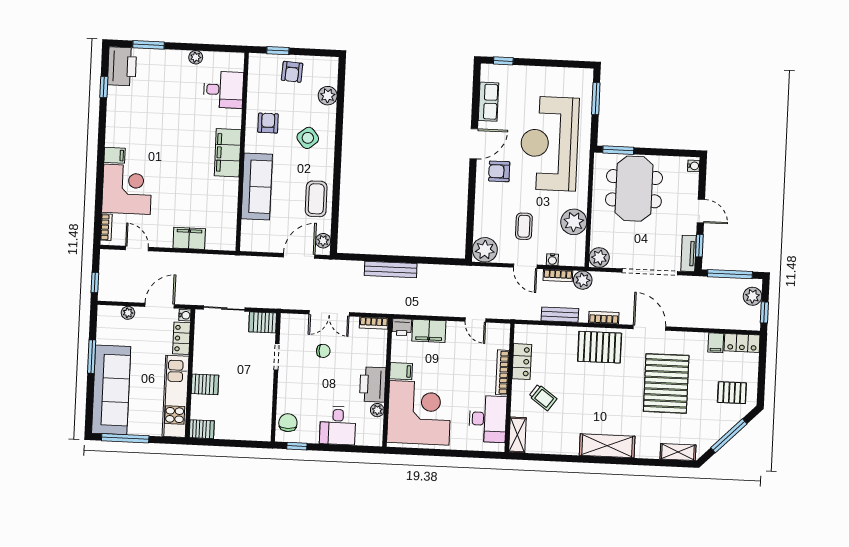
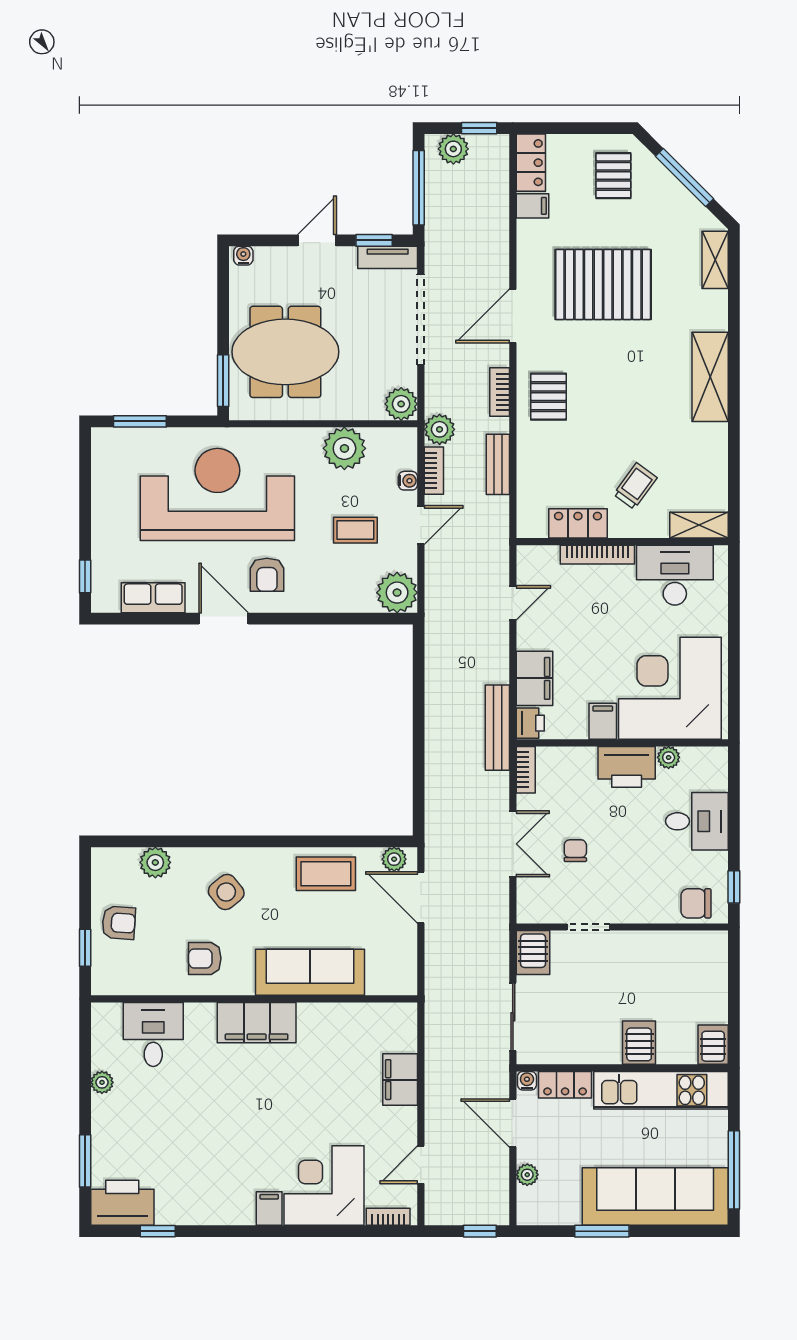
reception desk: (549, 144) -> (217, 494), turned 180
bench: (391, 269) -> (497, 728), moved
pallet: (600, 347) -> (548, 397), width x0.67, depth x0.71

